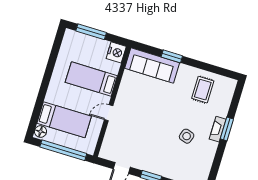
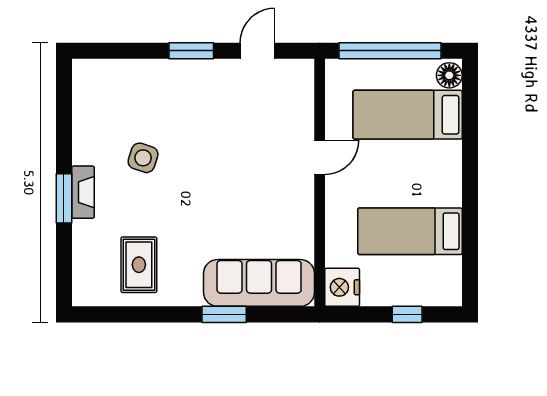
window: (91, 32) -> (407, 314), width x0.46
bed: (91, 79) -> (410, 231), moved, turned 180

